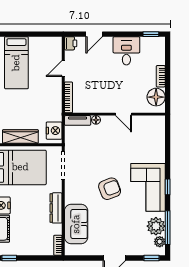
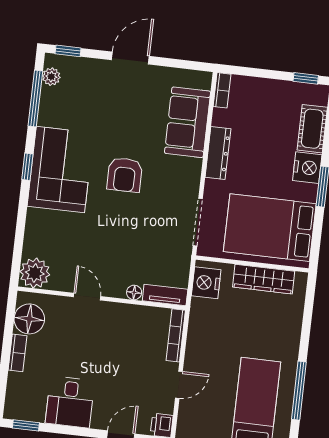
armchair: (110, 189) -> (125, 175), turned -69
plant: (156, 226) -> (35, 273), moved

